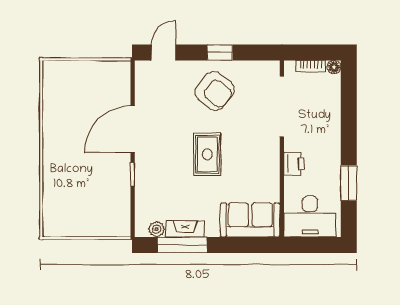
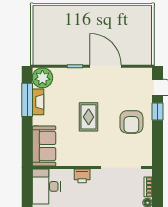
window: (220, 52) -> (158, 111), moved
armchair: (215, 91) -> (131, 122), turned -39
rug: (207, 154) -> (89, 117), turned 90
plant: (157, 229) -> (42, 78), width x1.88, depth x1.88

